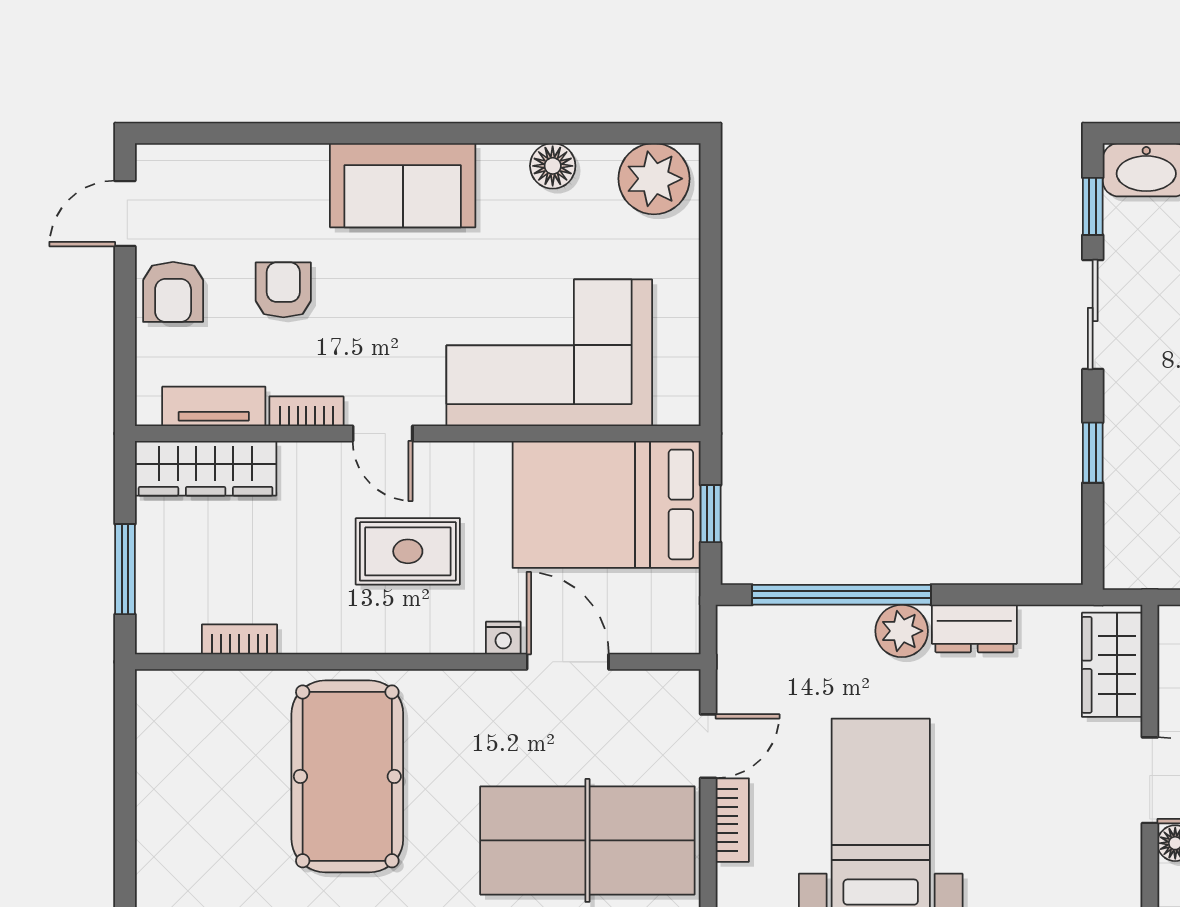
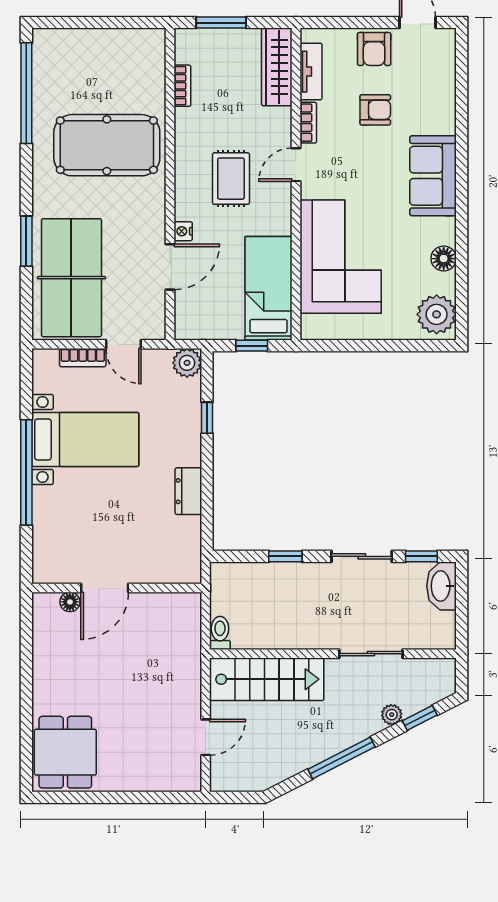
armchair: (173, 292) -> (374, 49), turned -90
bed: (607, 504) -> (269, 288), width x0.67
window: (842, 595) -> (207, 418), width x0.32
plant: (902, 631) -> (187, 363), moved
wardrobe: (1112, 665) -> (168, 567), removed

